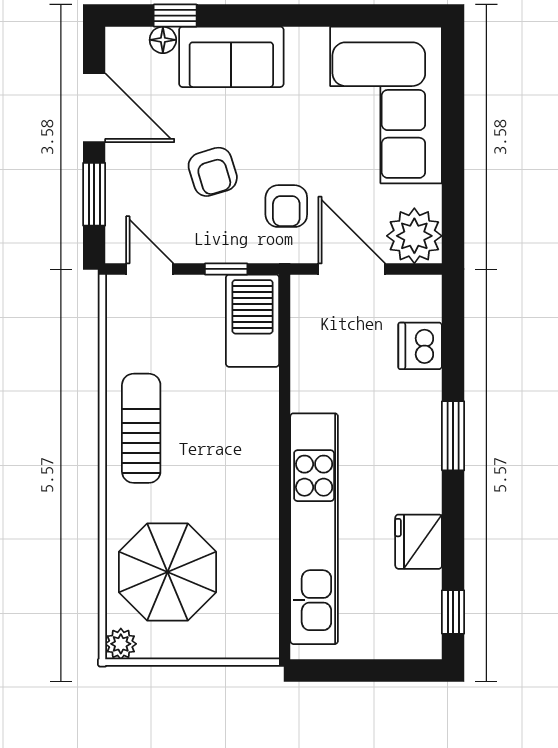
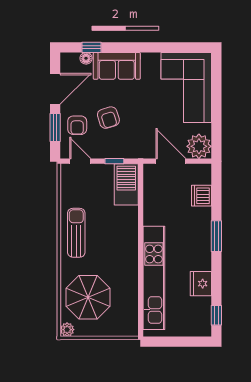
door: (94, 108) -> (55, 89), hinge flipped
armchair: (286, 206) -> (77, 125), moved

